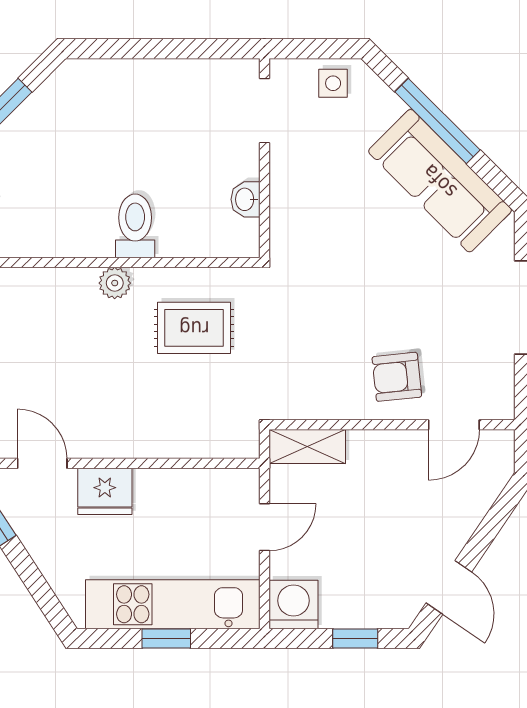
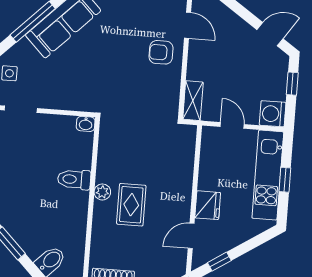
washbasin: (245, 199) -> (86, 124), moved
rug: (194, 328) -> (131, 205), moved
armchair: (397, 377) -> (161, 52), turned 96

